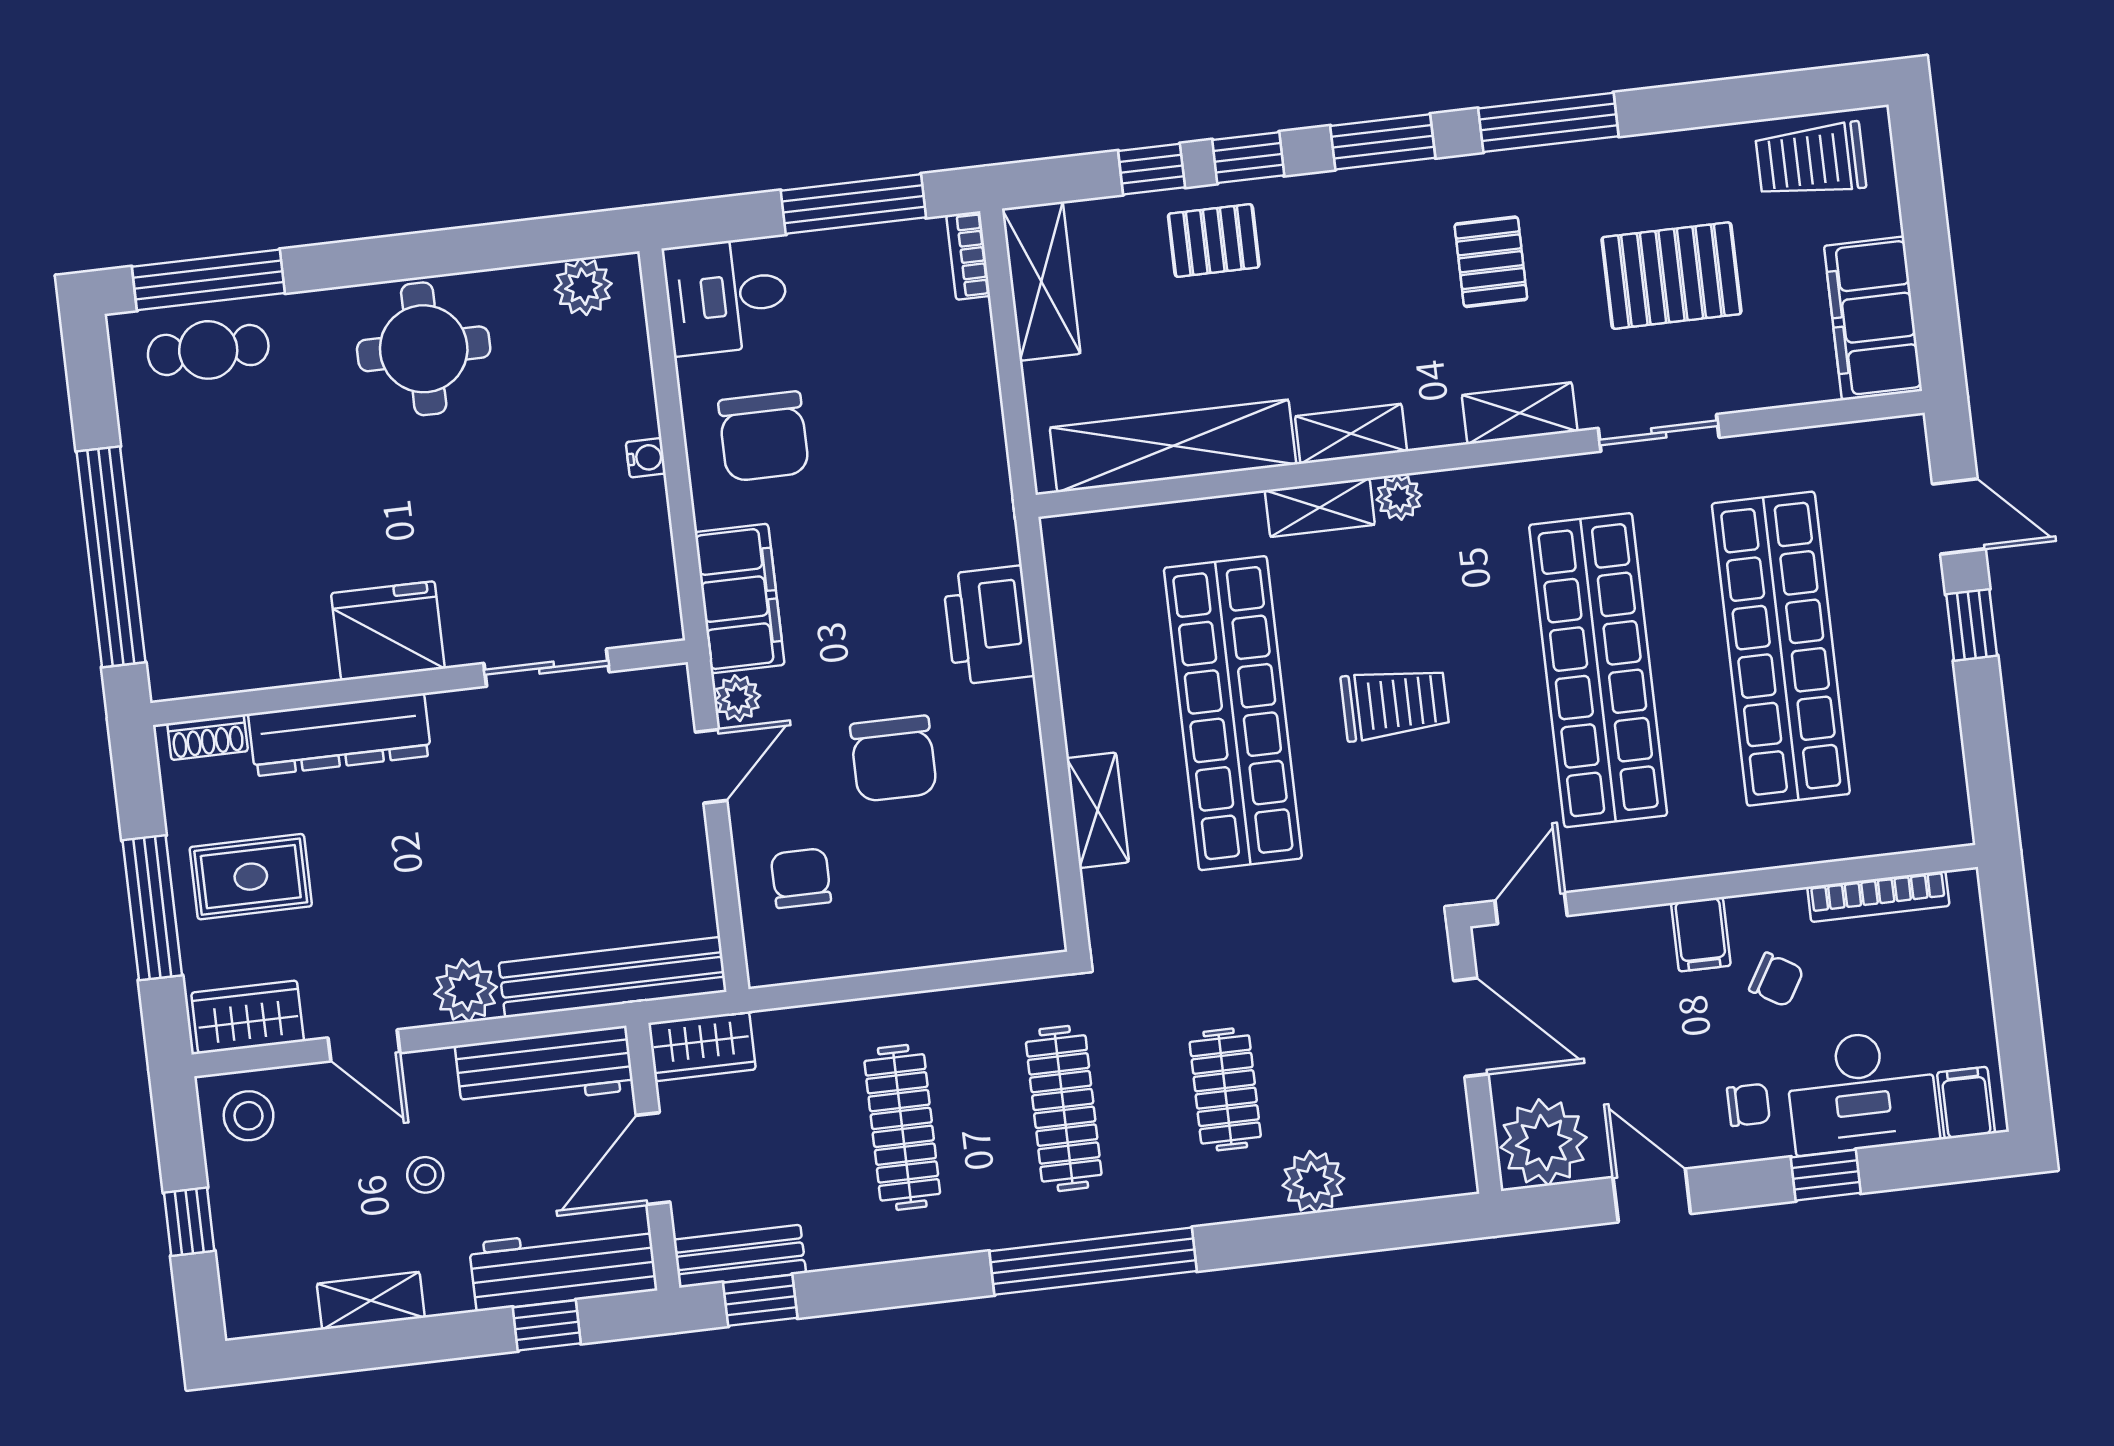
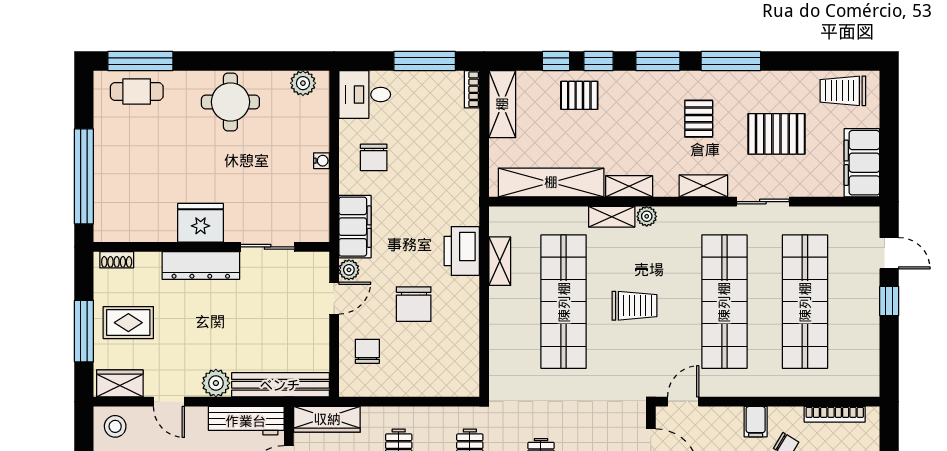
chair: (764, 436) -> (374, 157), width x0.73, depth x0.73
dresser: (340, 735) -> (201, 265), moved
shelving: (1098, 810) -> (500, 261), moved
wardrobe: (702, 1046) -> (327, 419), width x1.50

